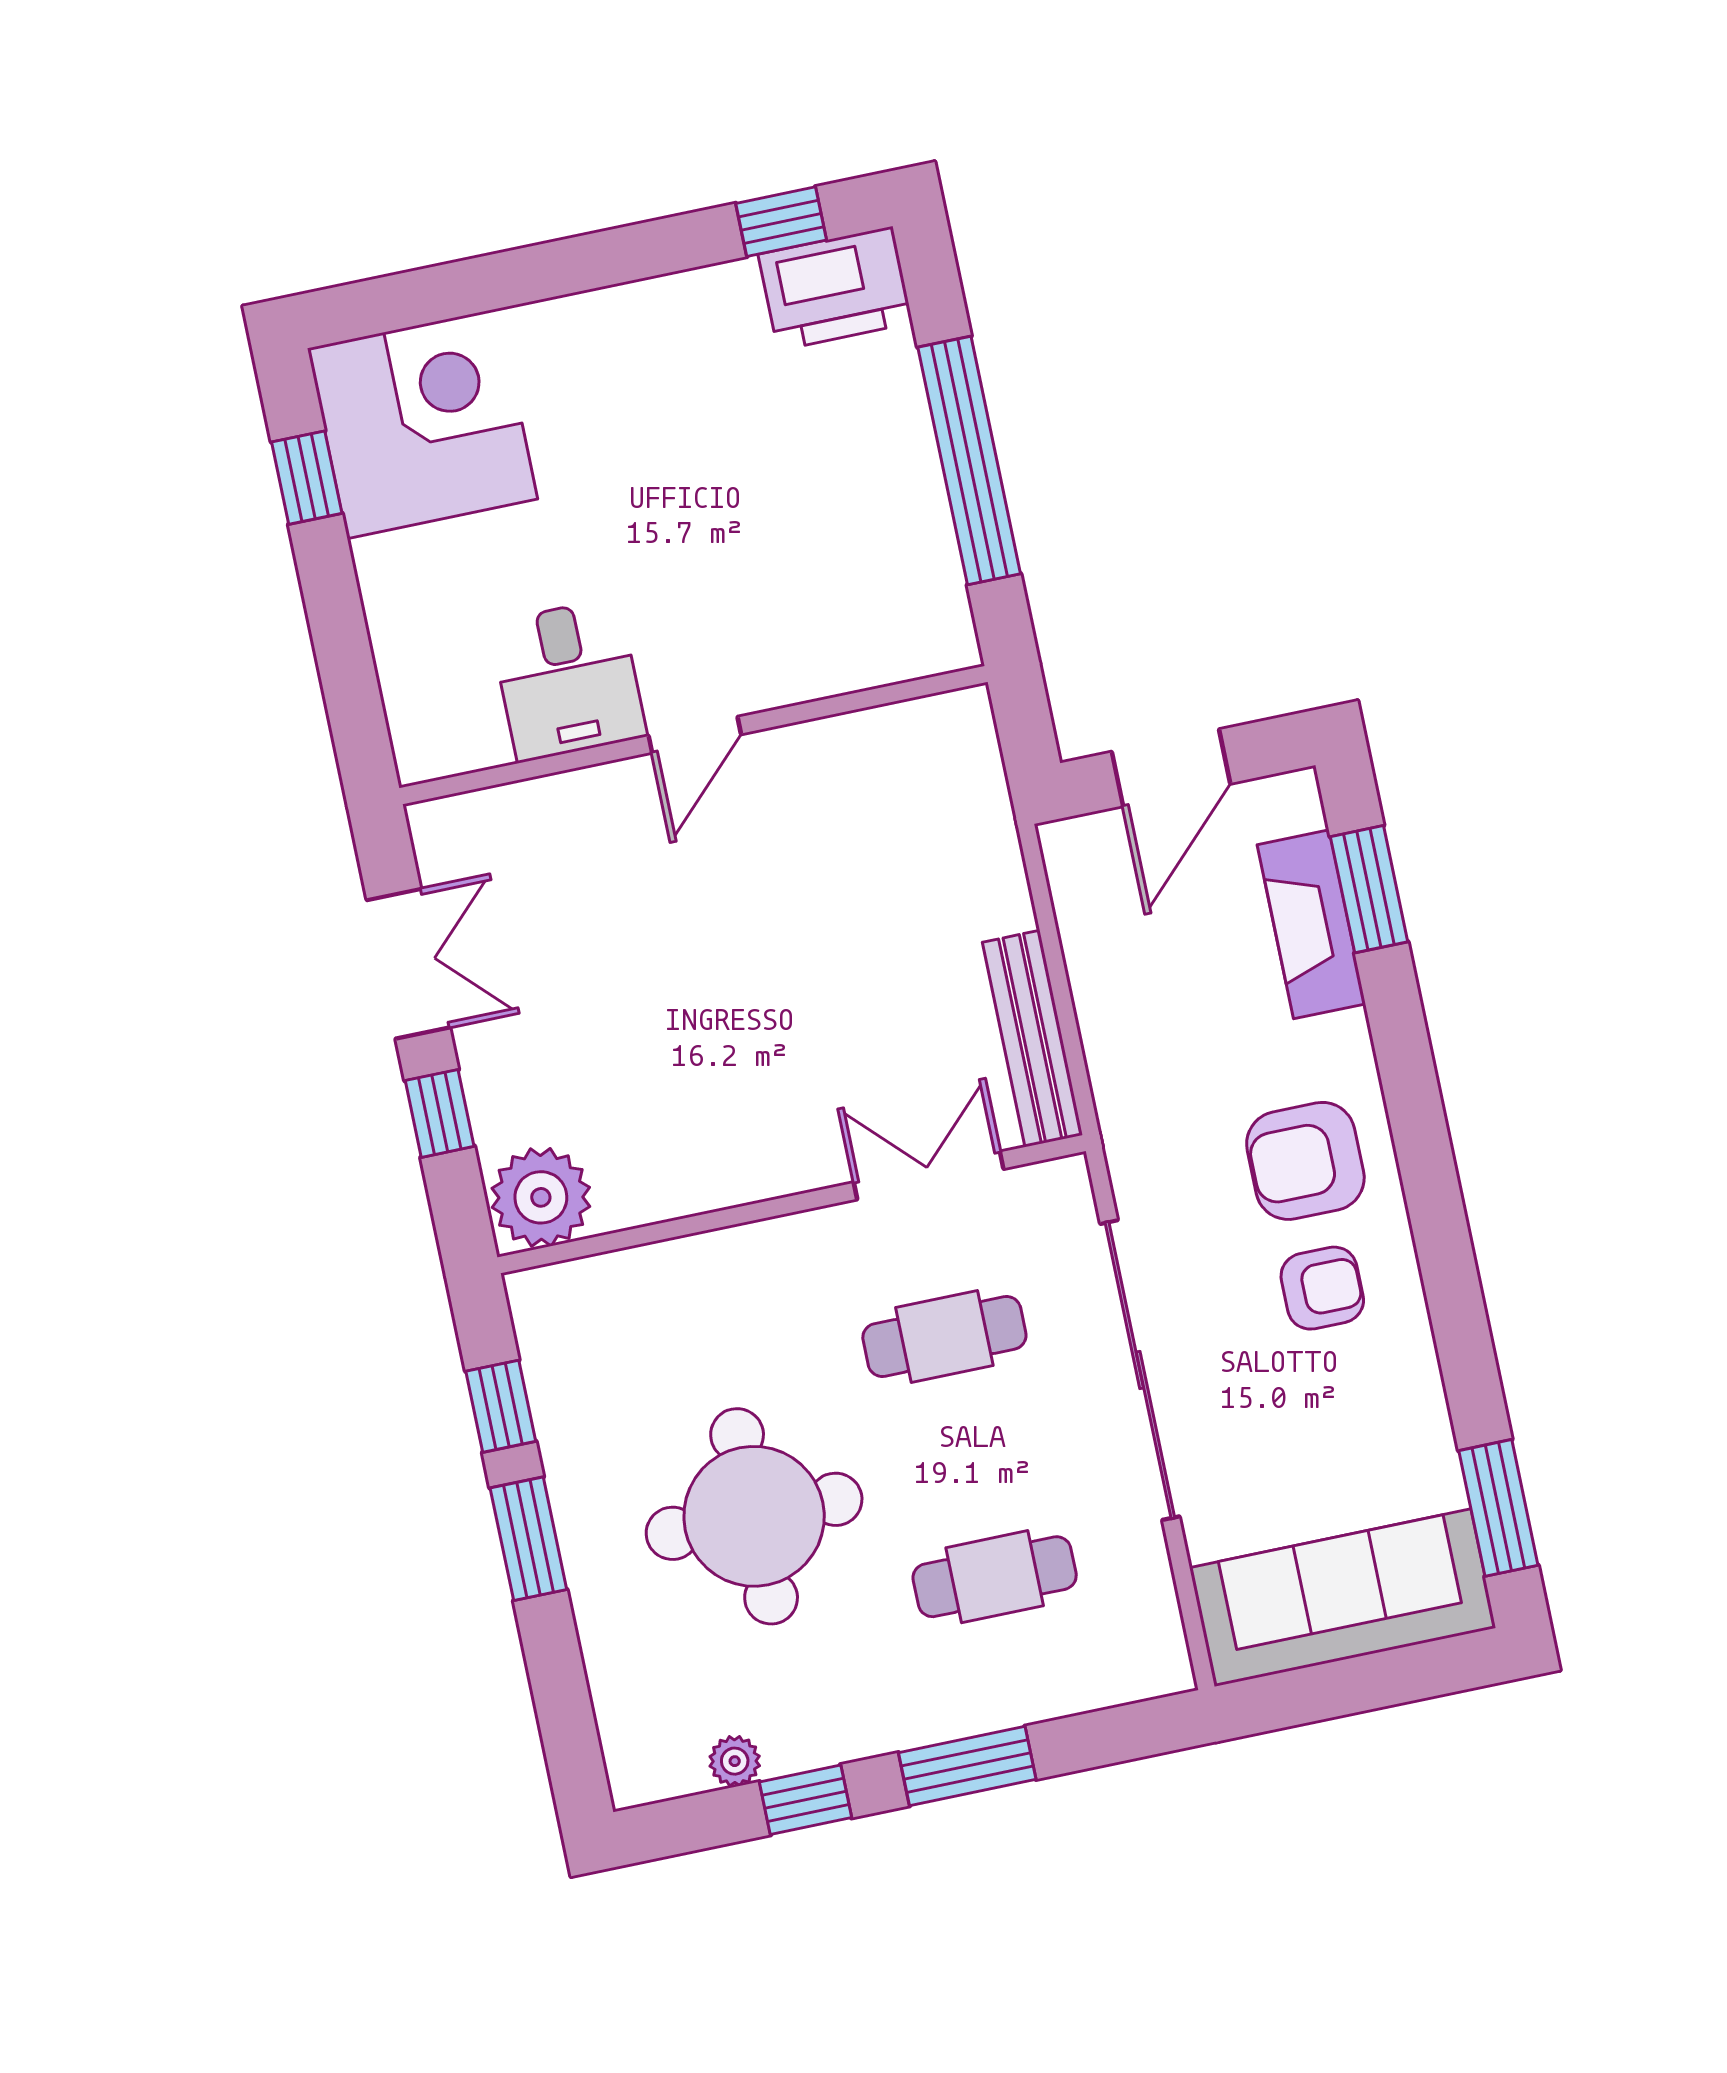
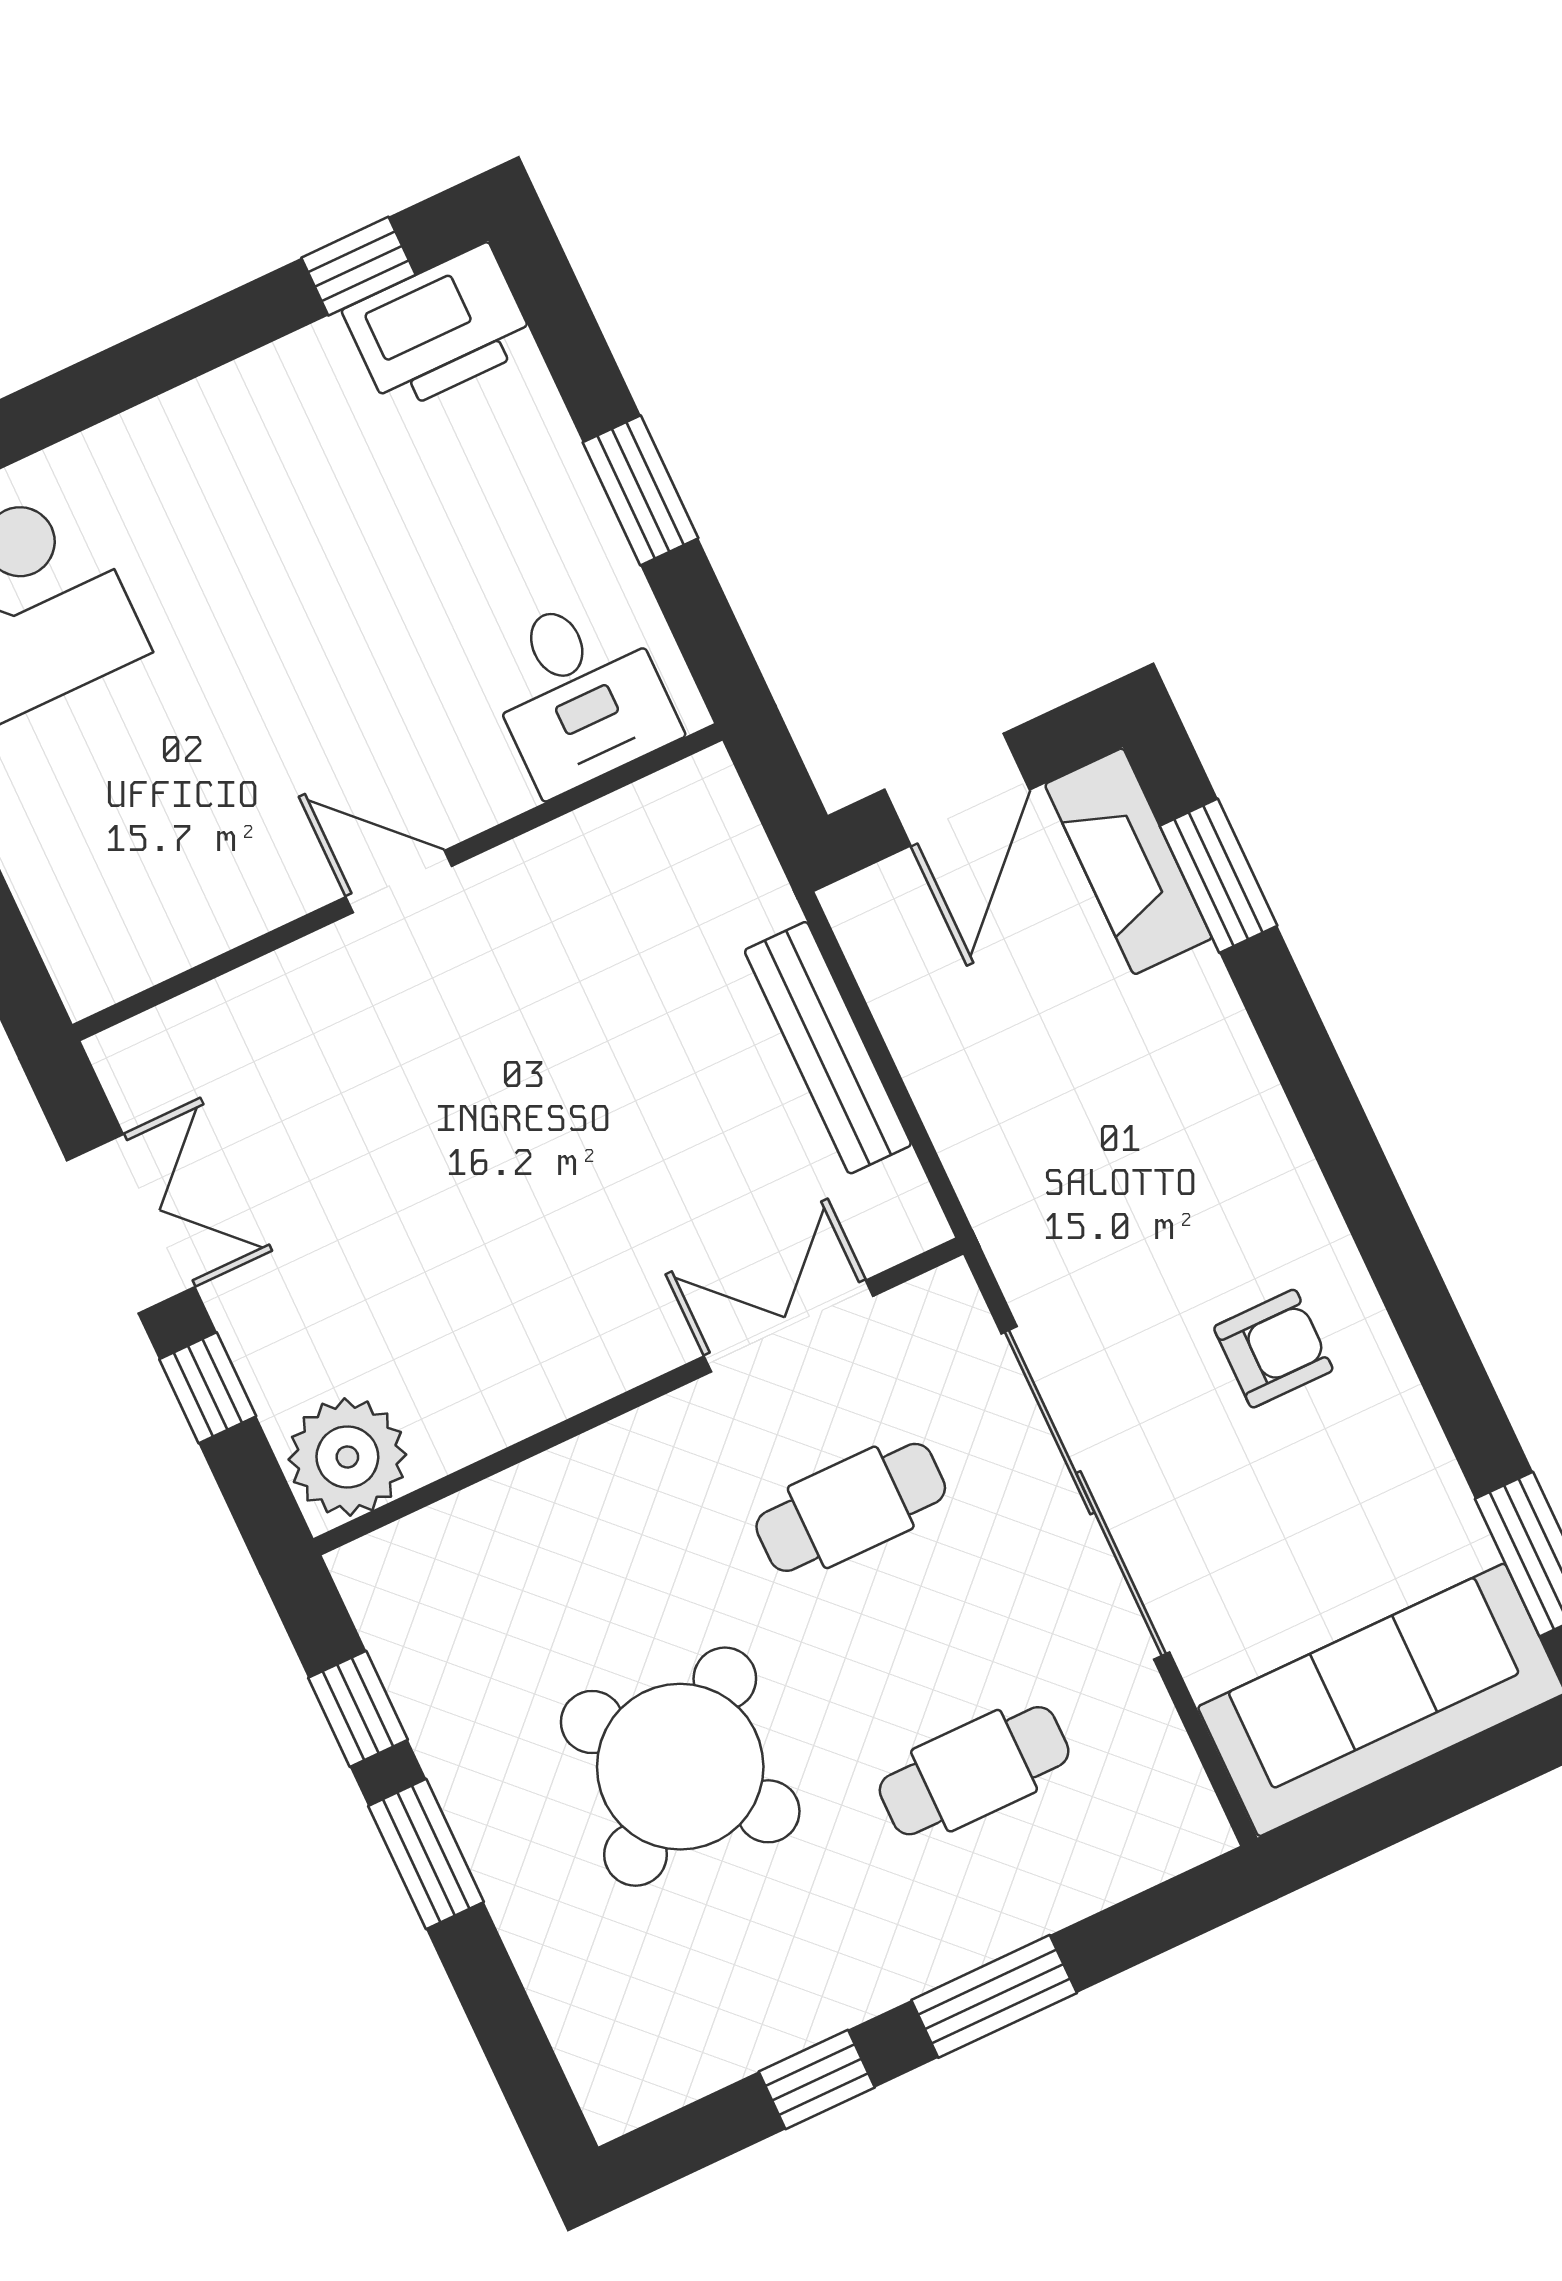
window: (969, 461) -> (641, 490), width x0.47
desk: (568, 680) -> (579, 693), moved
door: (695, 735) -> (399, 882), swing flipped
fireplace: (1311, 924) -> (1128, 861), moved
bench: (1032, 1039) -> (828, 1048), moved
armchair: (1305, 1161) -> (1219, 1207), removed
round table: (754, 1516) -> (680, 1767), turned -38
plant: (735, 1761) -> (725, 2054), removed

